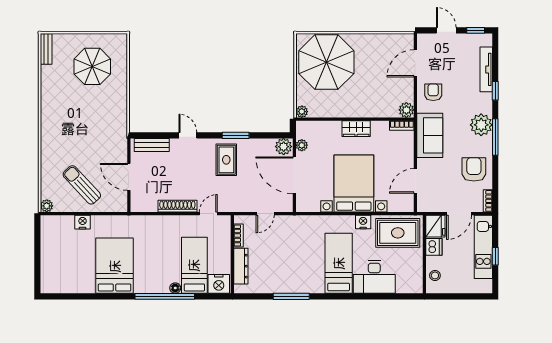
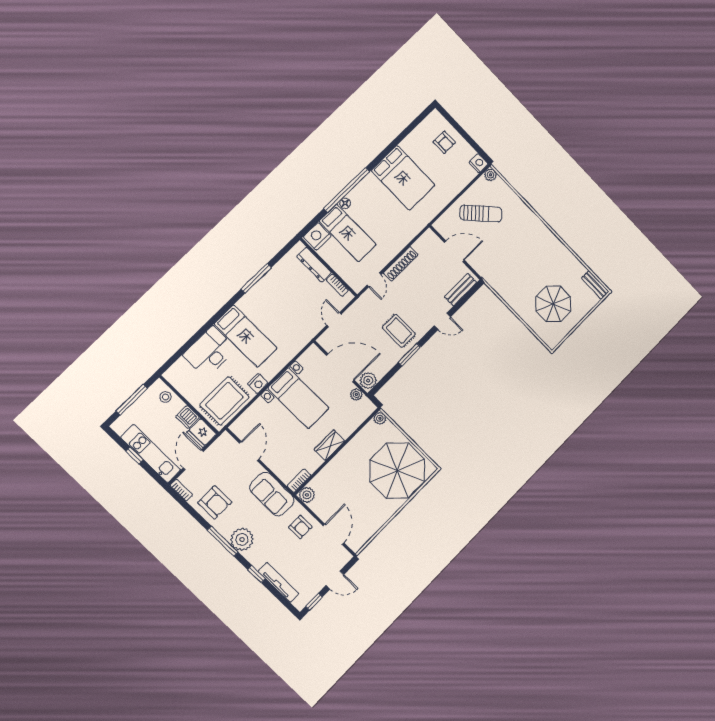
bed with nightstands: (354, 183) -> (298, 398), width x0.73
nightstand: (83, 222) -> (479, 163), moved, turned -90
armchair: (58, 262) -> (444, 142), added
window: (459, 296) -> (132, 400), added

